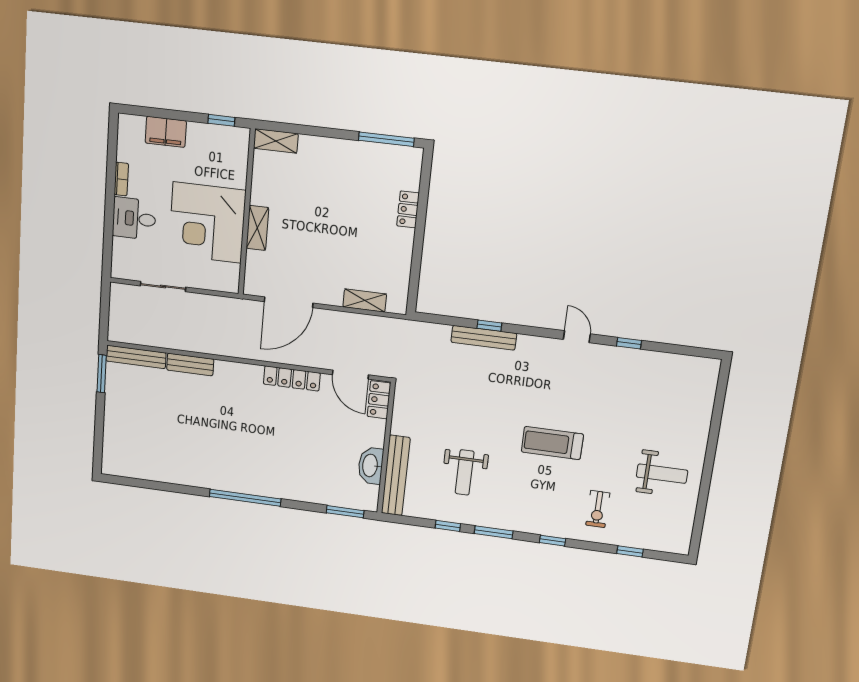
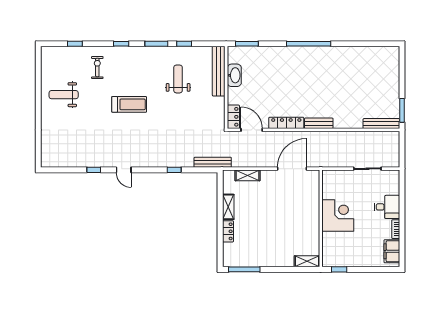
filing cabinet: (166, 132) -> (392, 251), moved, turned -90
corner desk: (207, 223) -> (338, 215), width x0.74, depth x0.74
shelving: (257, 228) -> (228, 207), moved
bench: (484, 338) -> (213, 162), moved
bench: (190, 364) -> (319, 123), moved

